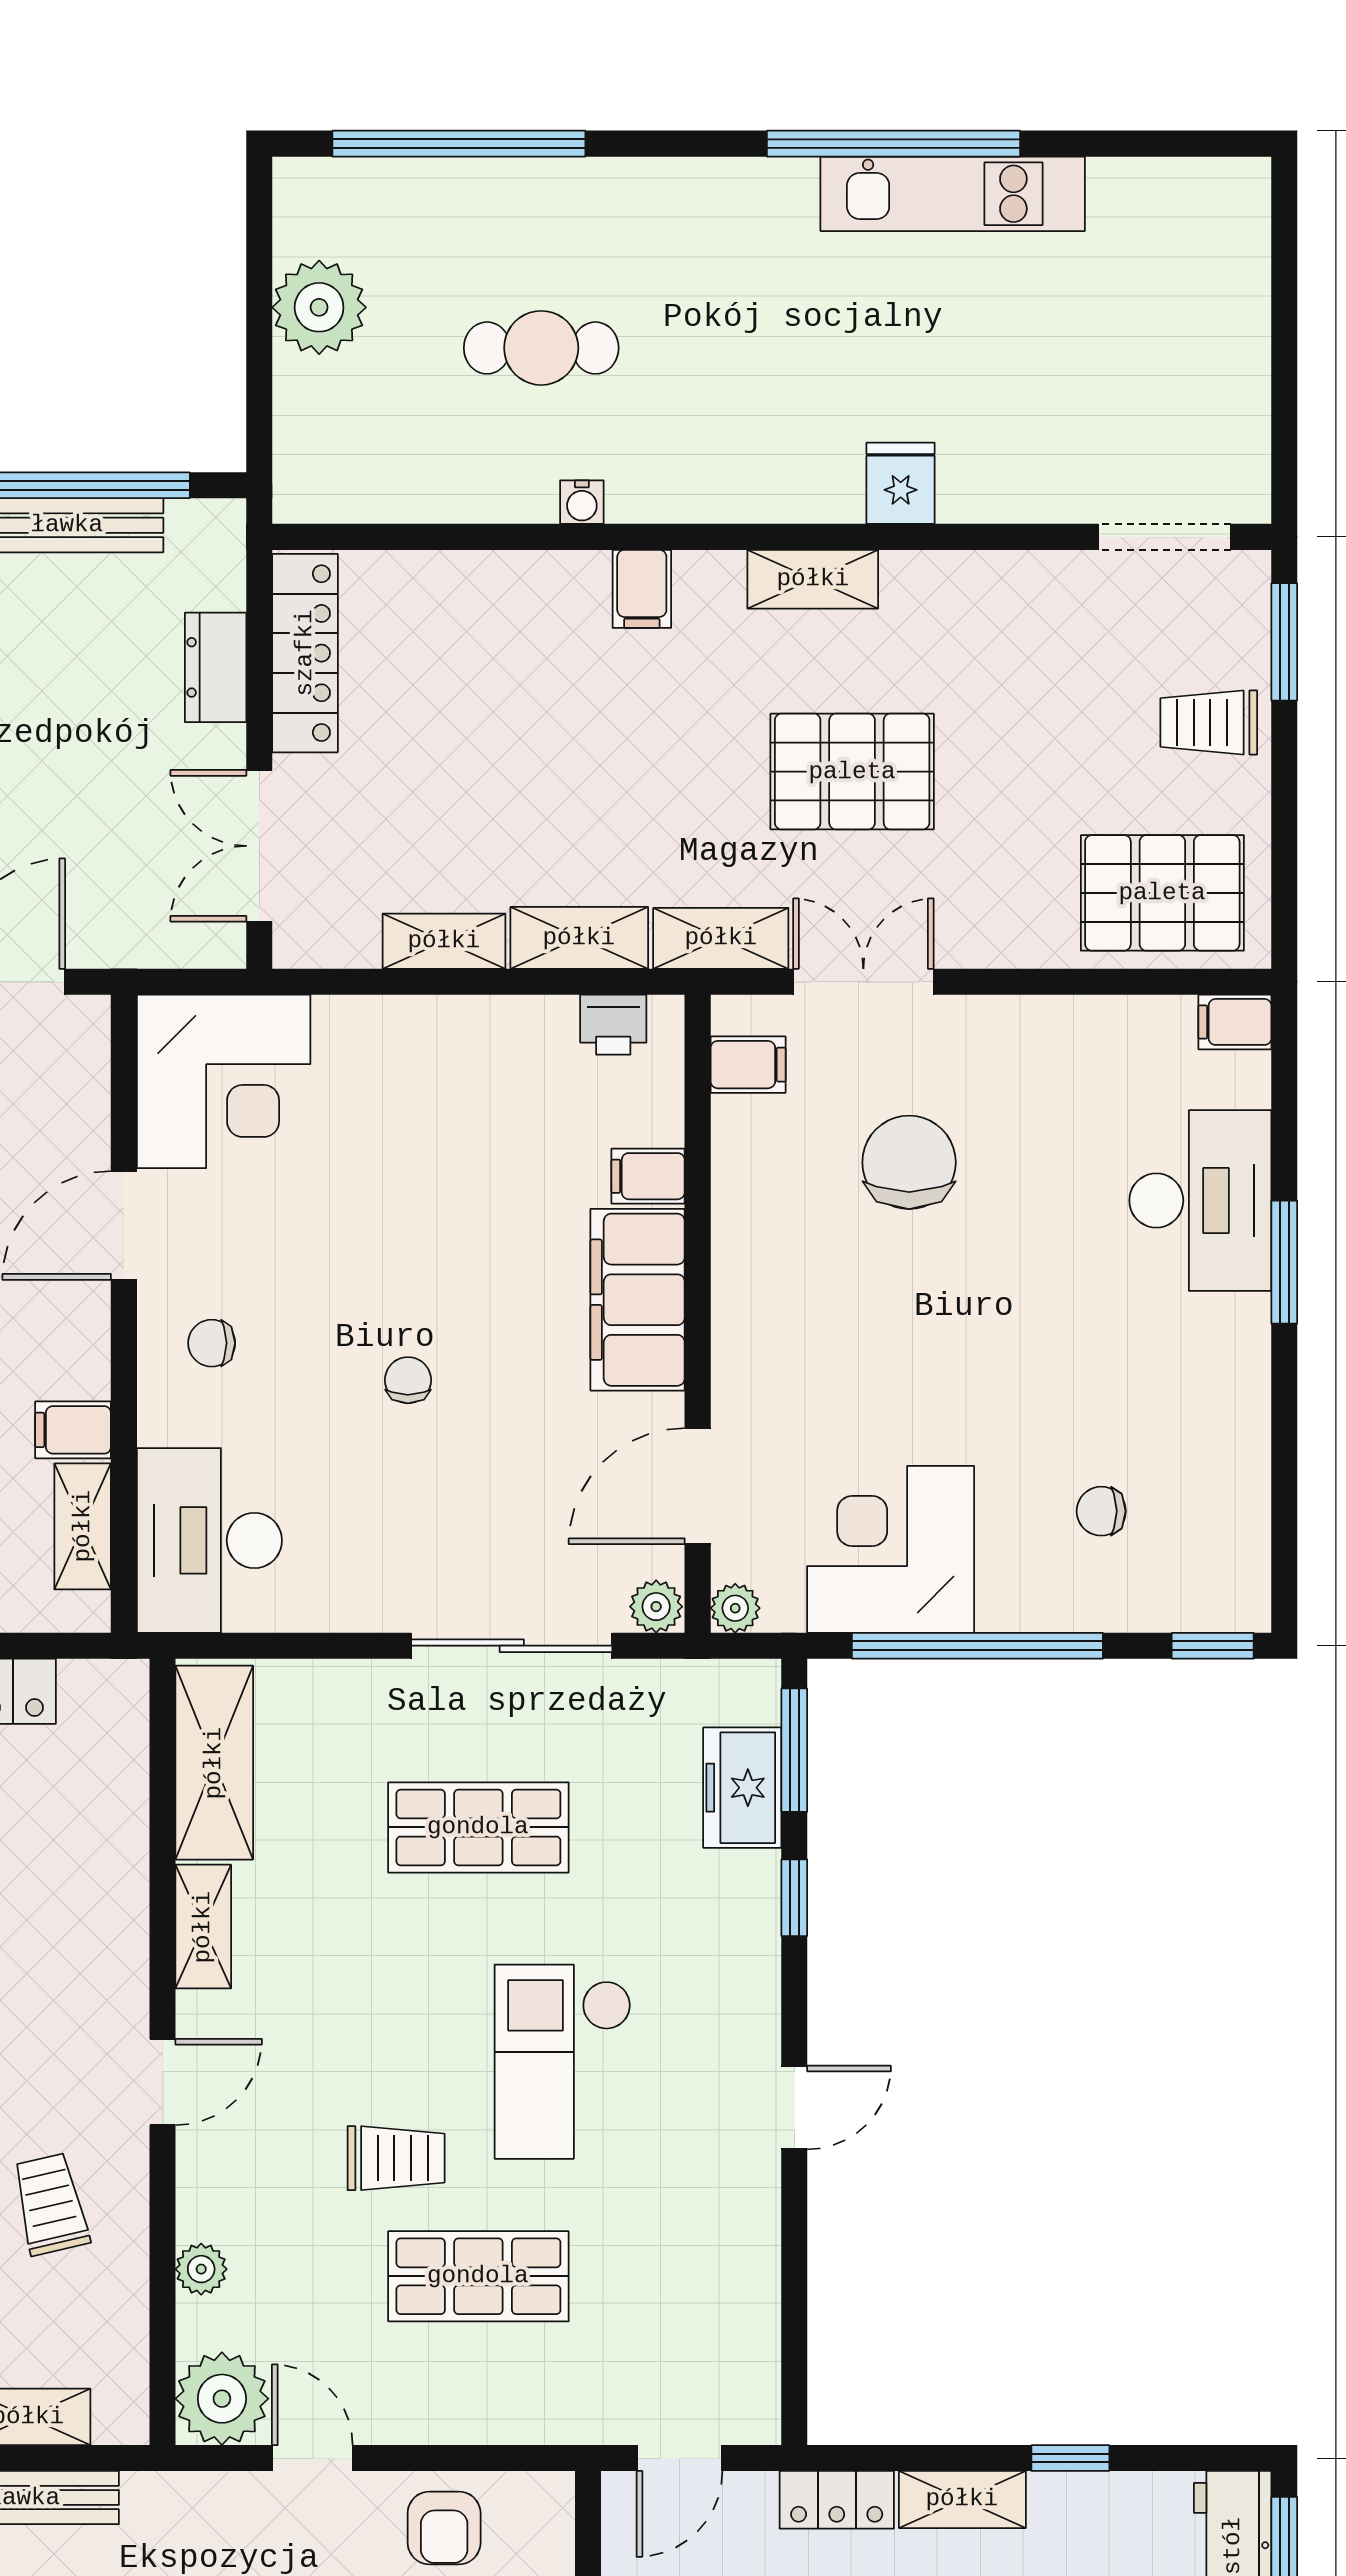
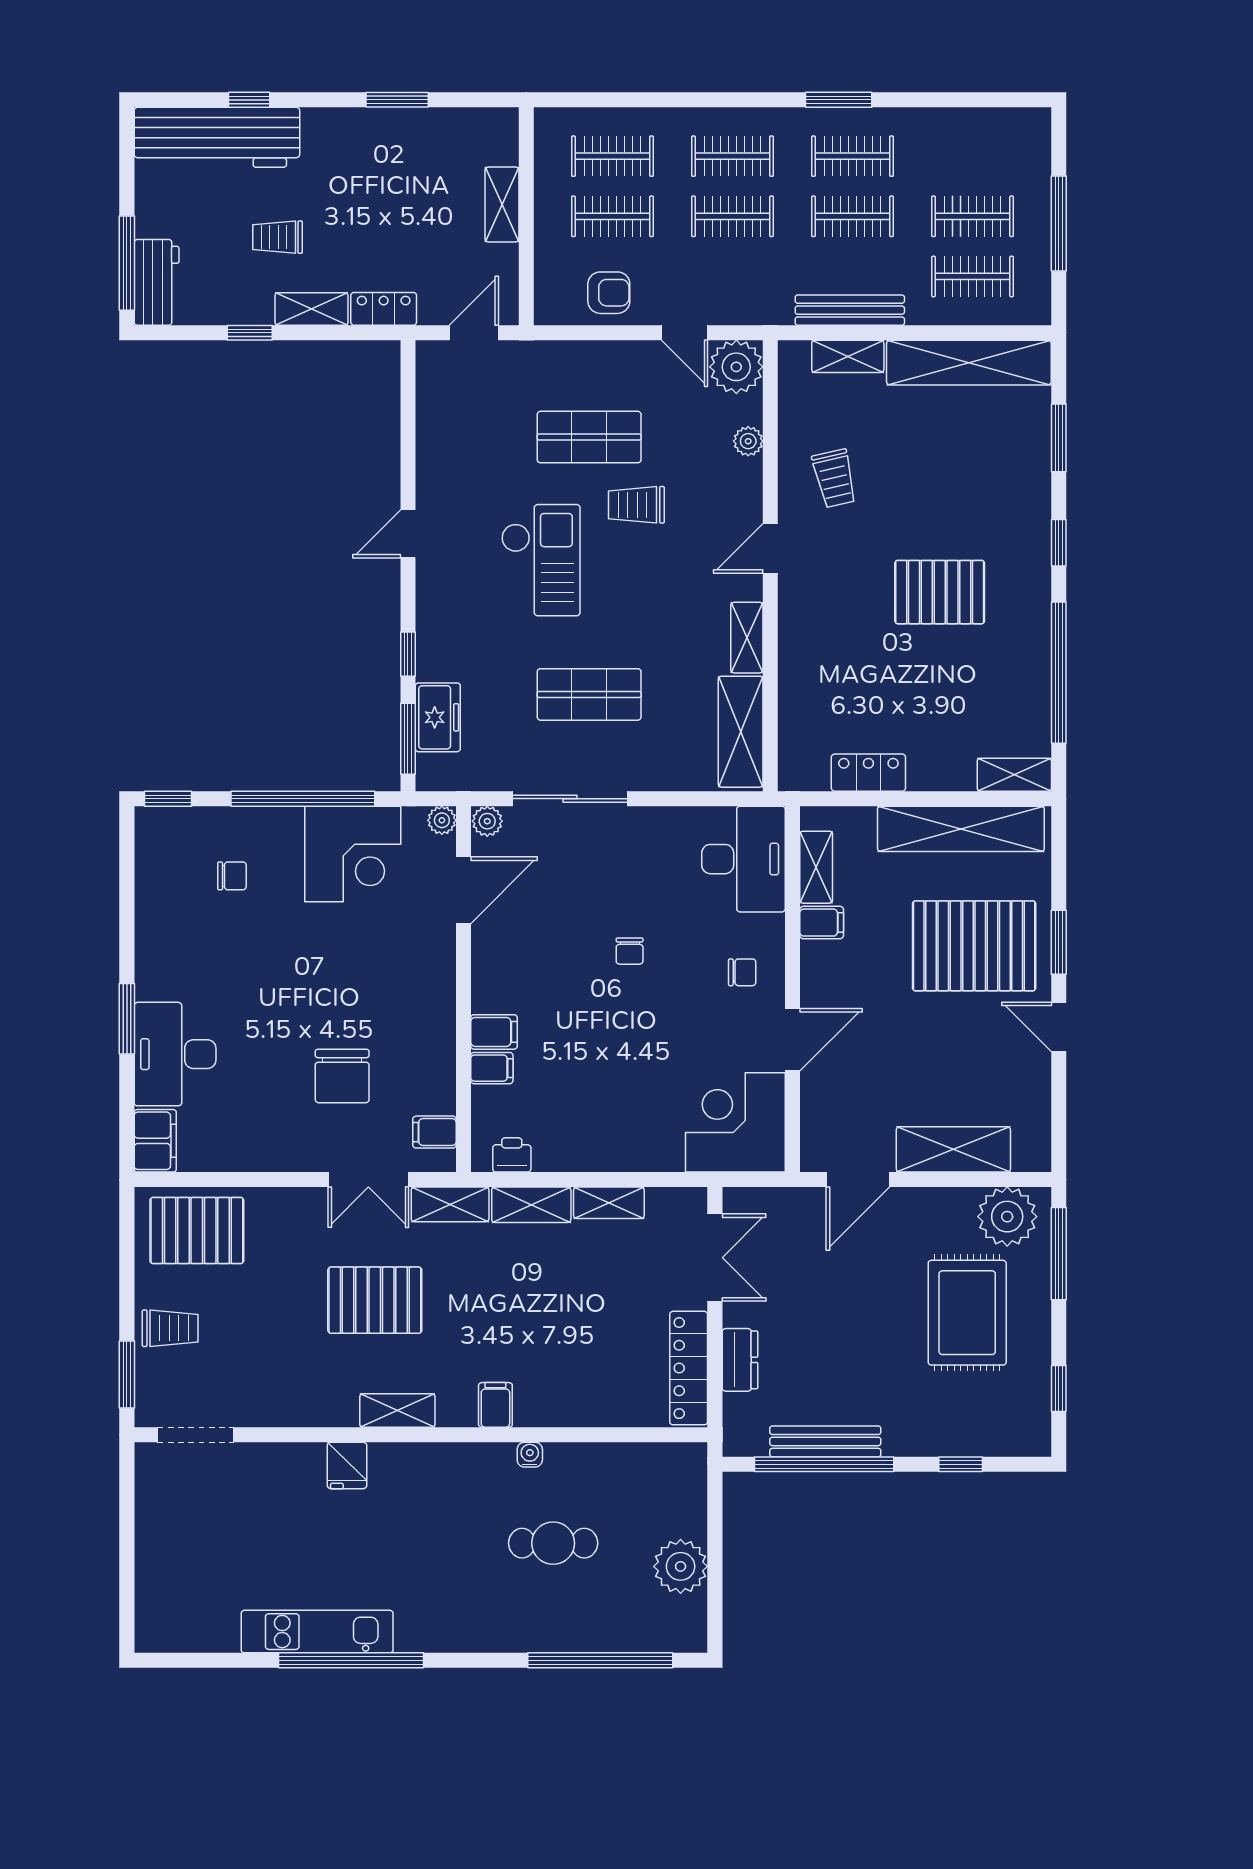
filing cabinet: (1235, 1022) -> (155, 1141), width x2.00
filing cabinet: (638, 1300) -> (494, 1032), width x0.33, depth x0.86
armchair: (444, 2528) -> (609, 293), turned 90

